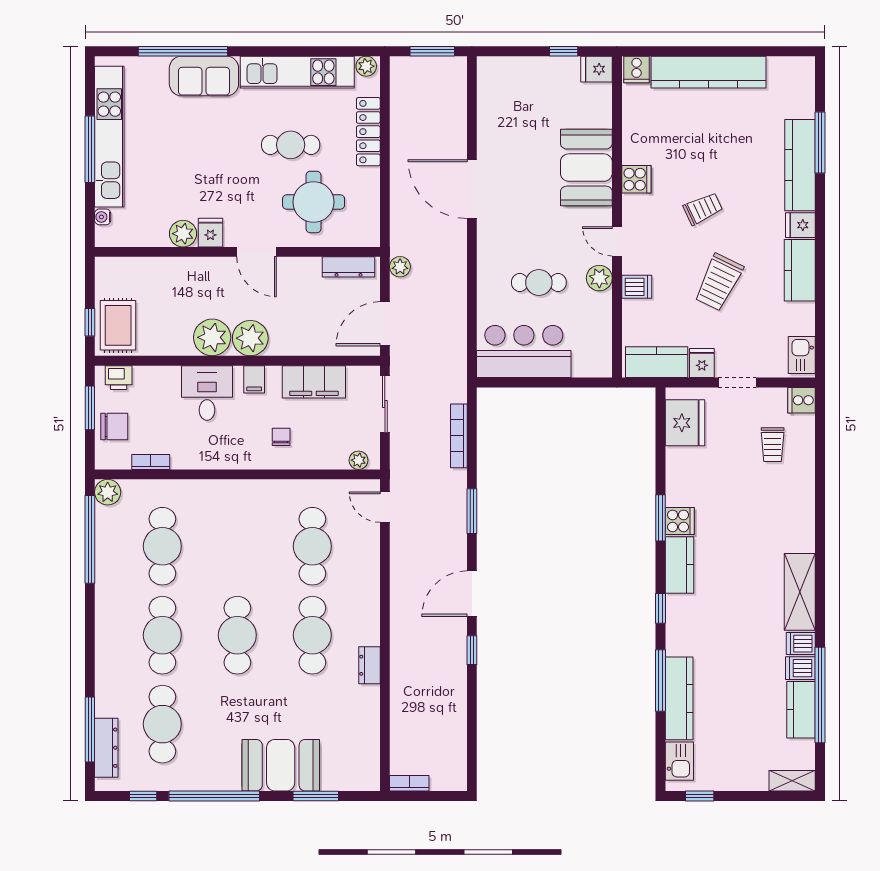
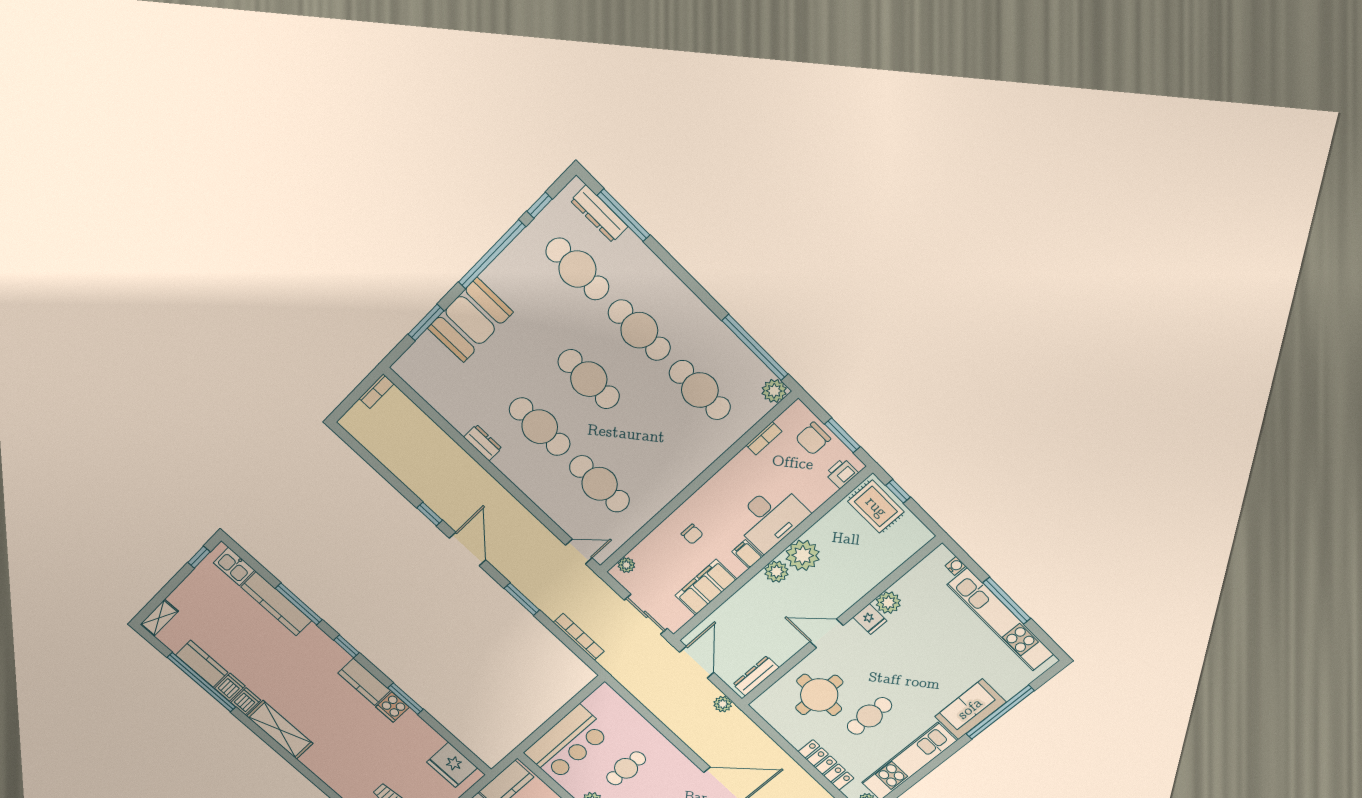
plant: (250, 338) -> (776, 572), width x0.73, depth x0.73
bar counter: (524, 351) -> (567, 743), moved
desk: (207, 393) -> (770, 517), width x1.37

